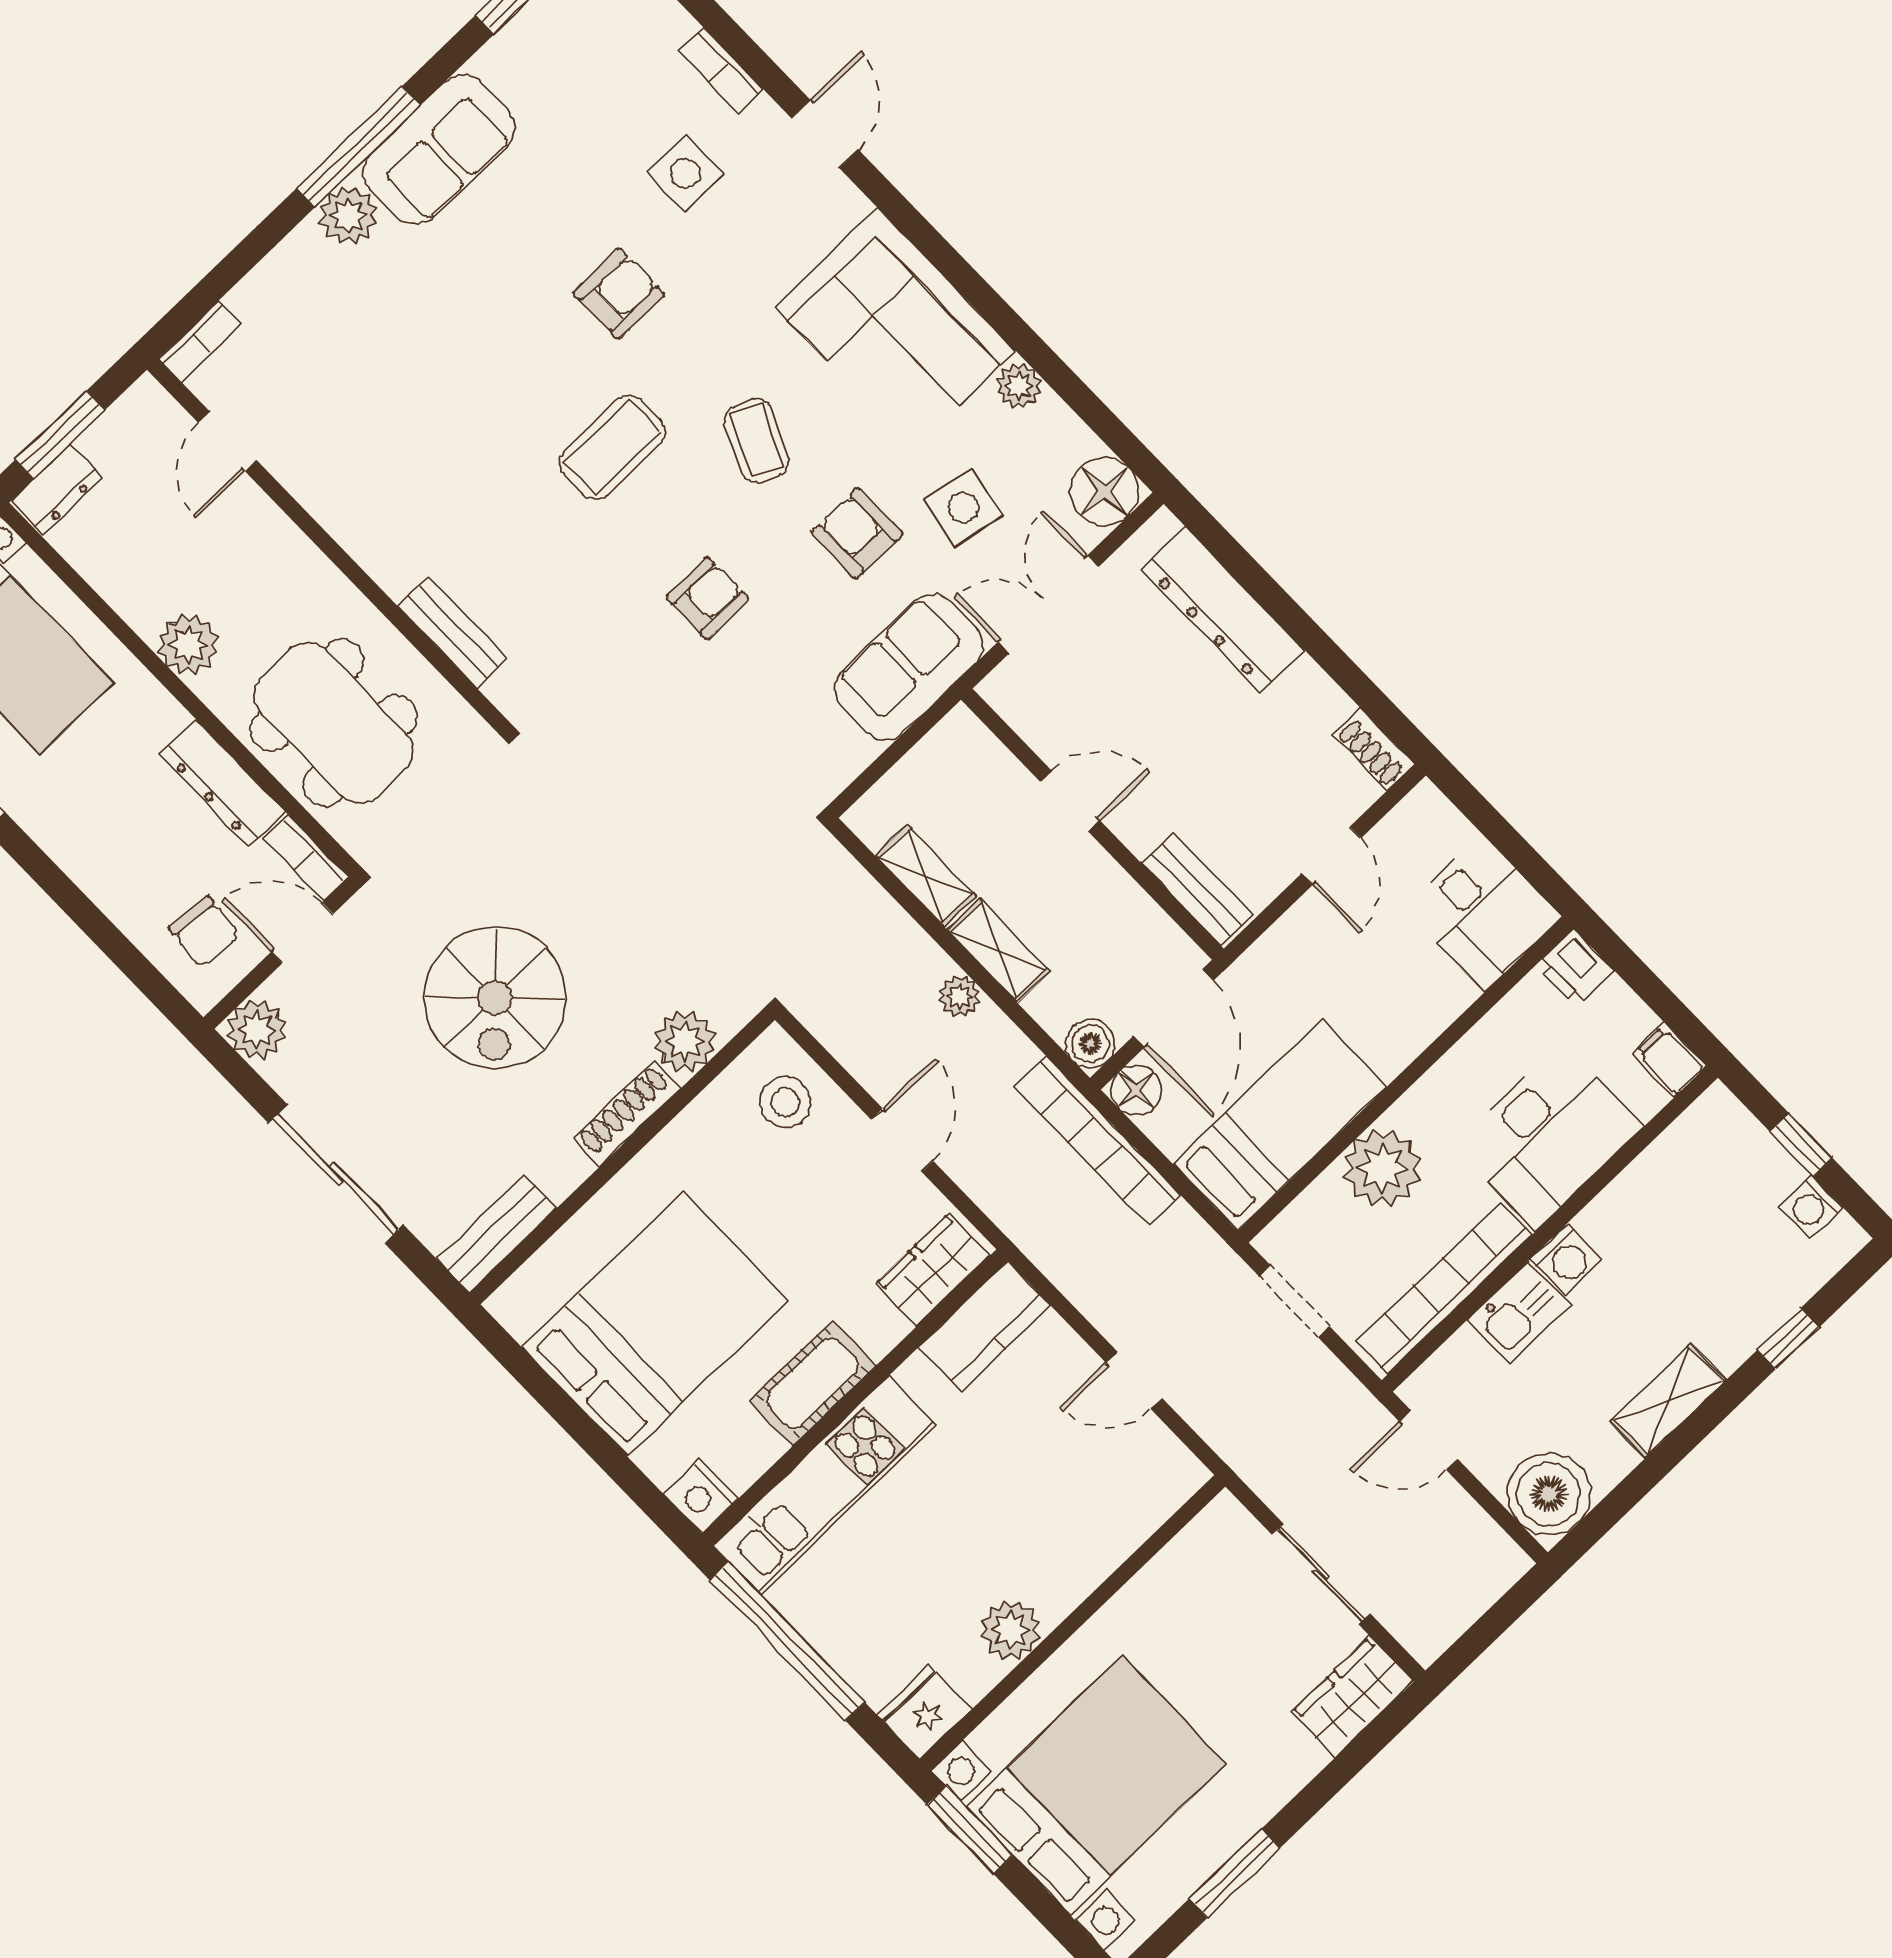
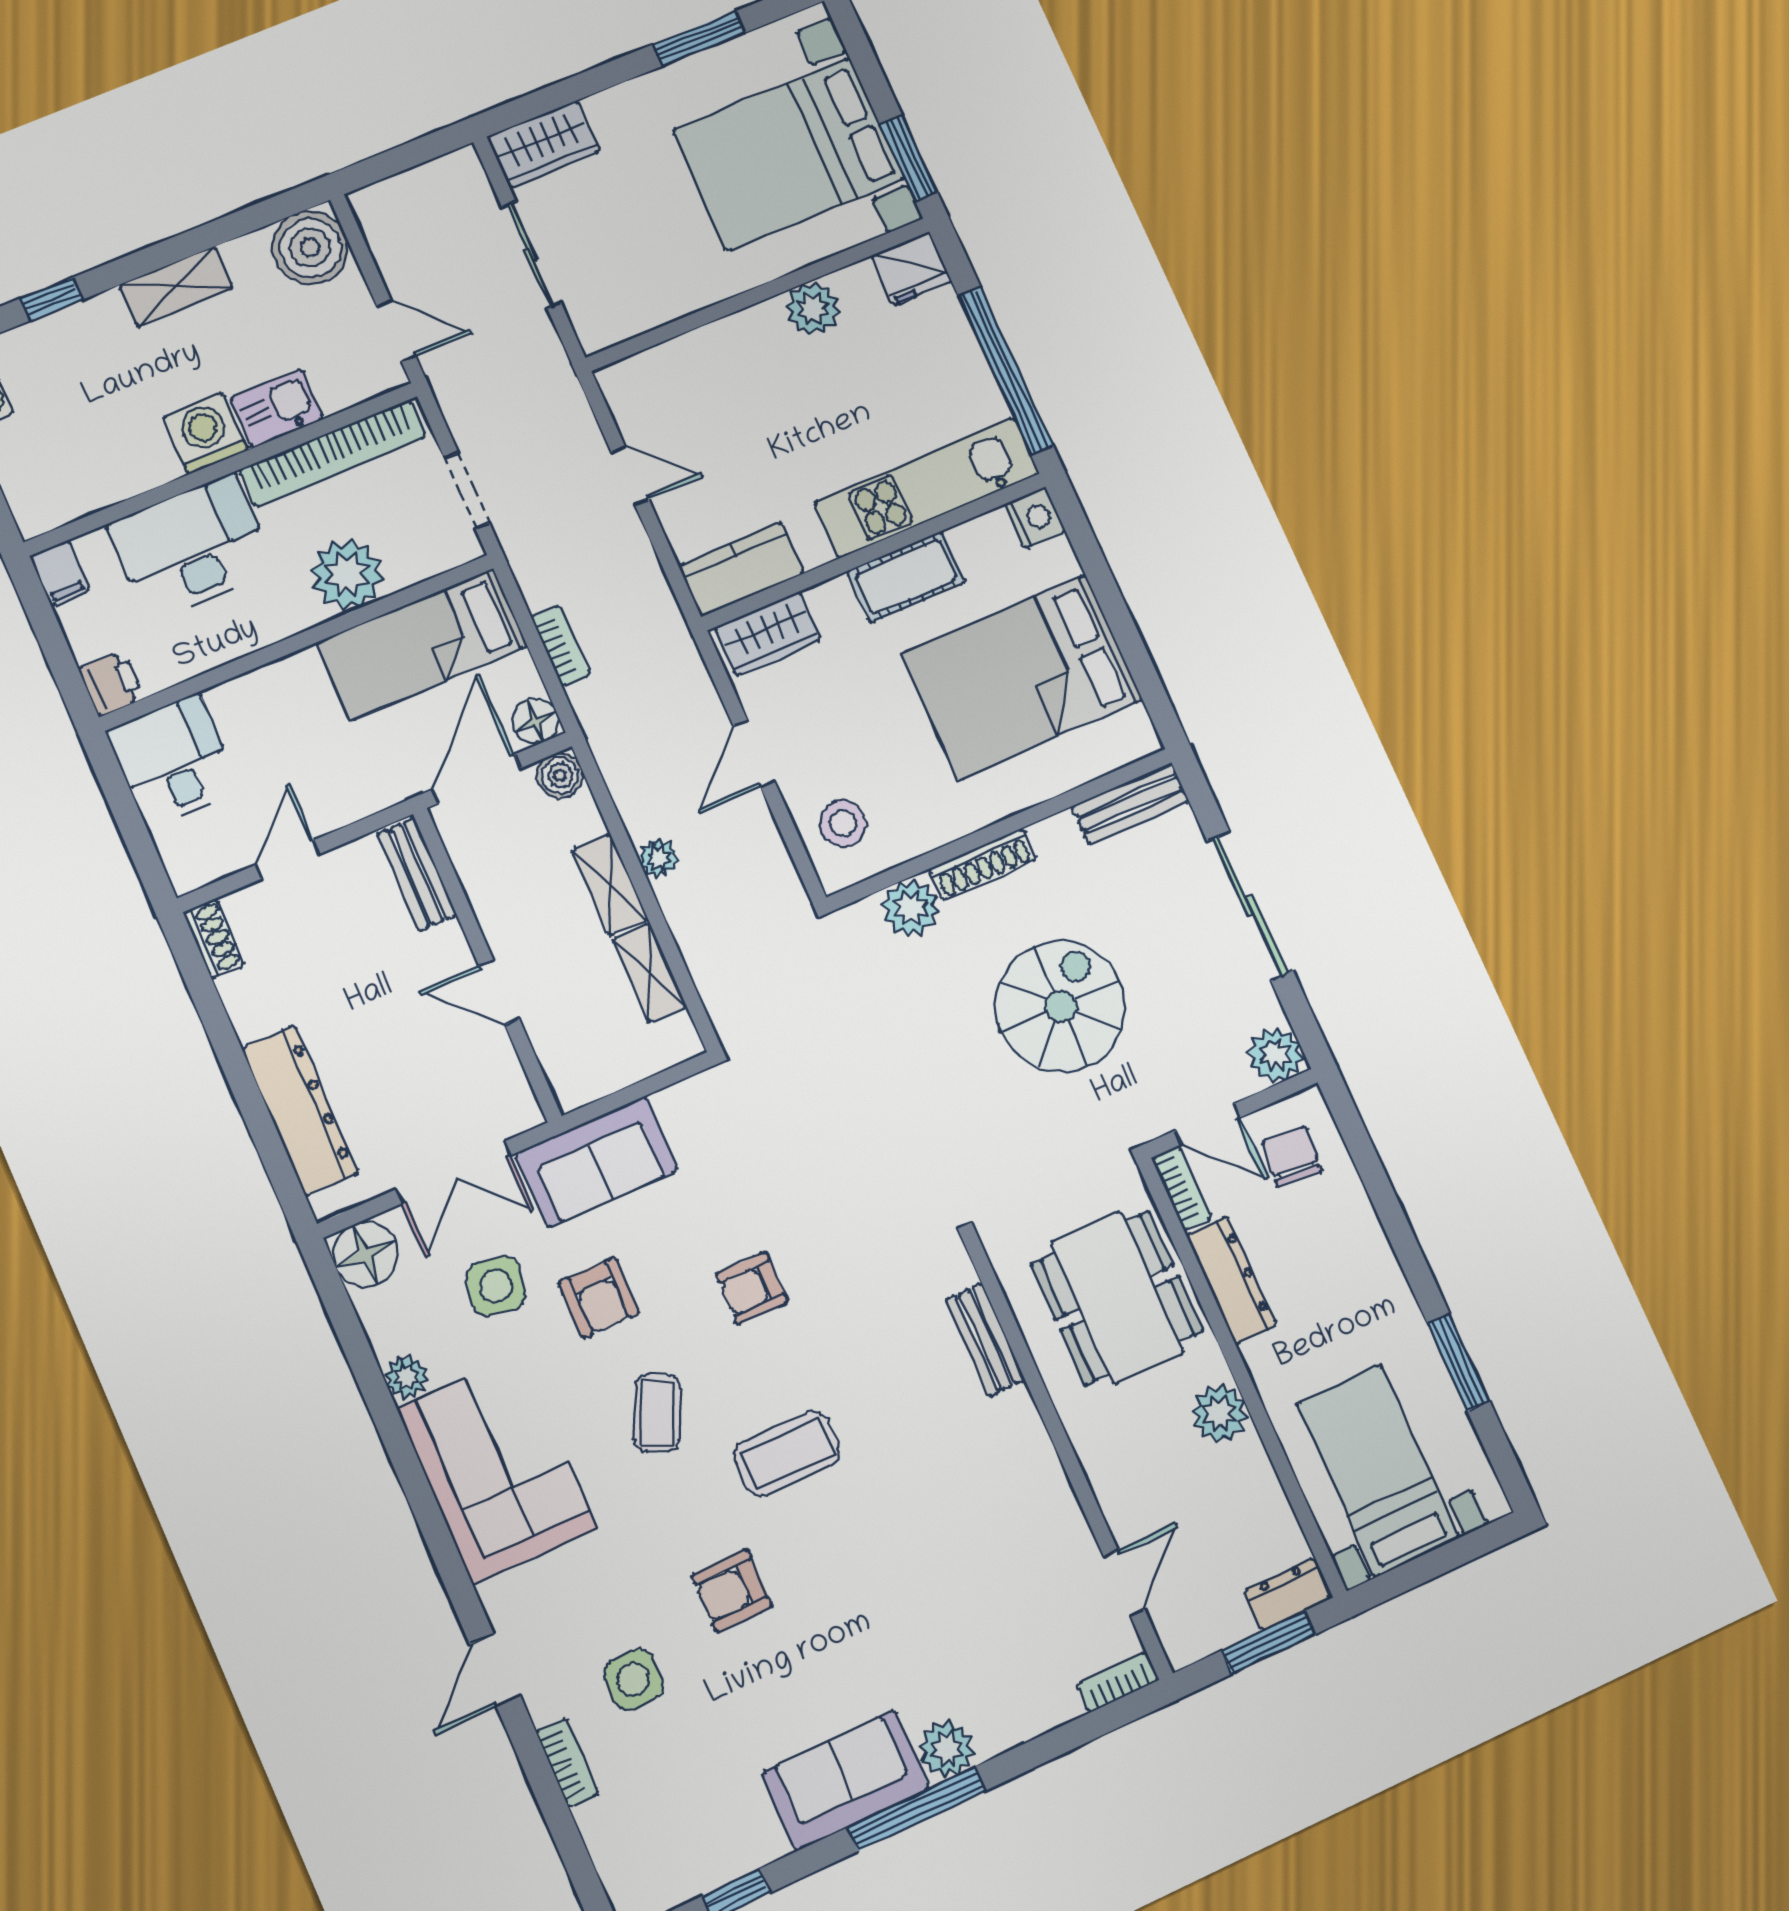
bookcase: (1098, 1141) -> (560, 646), width x0.43, depth x0.76
washing machine: (1566, 1259) -> (206, 433), width x1.38, depth x1.38

